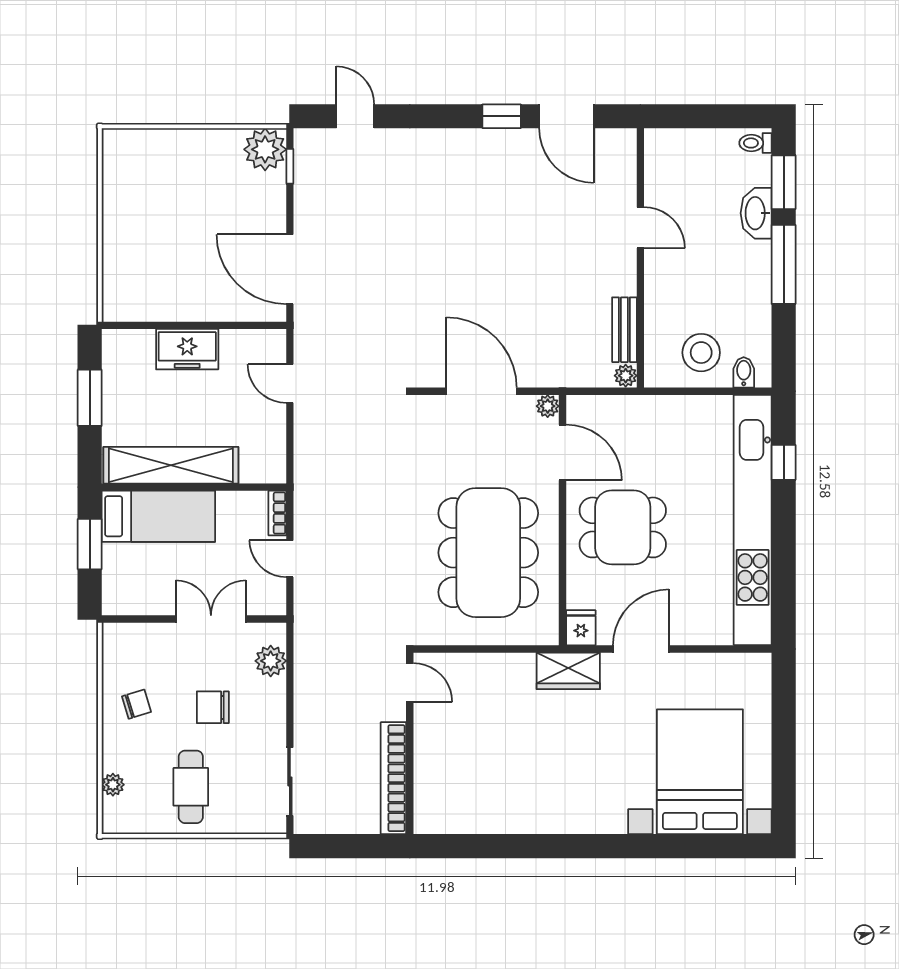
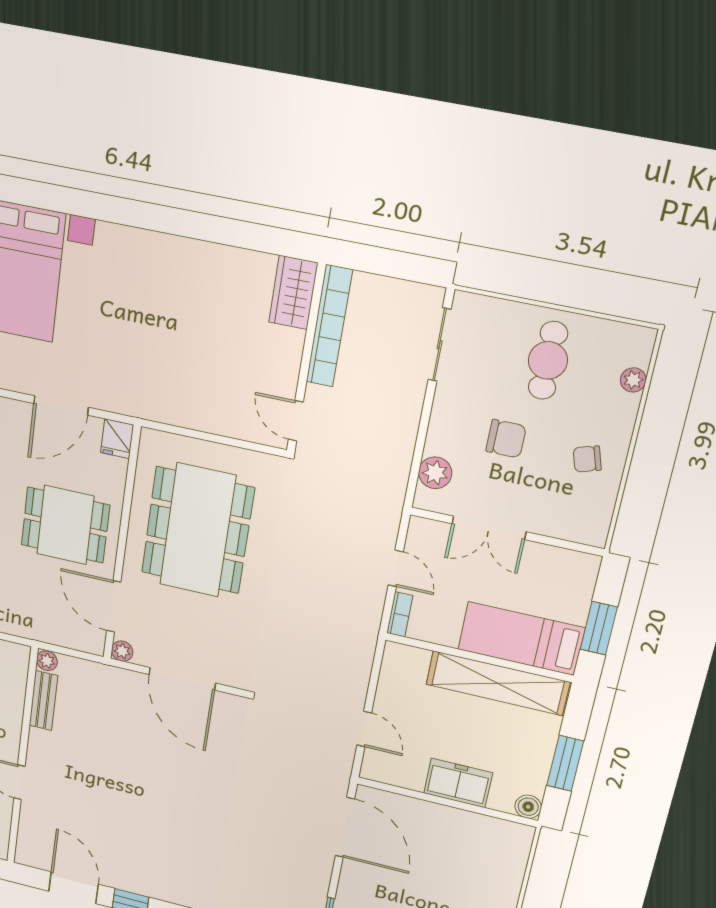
boiler: (115, 342) -> (528, 807), added
wardrobe: (568, 671) -> (293, 293), moved, turned -90

